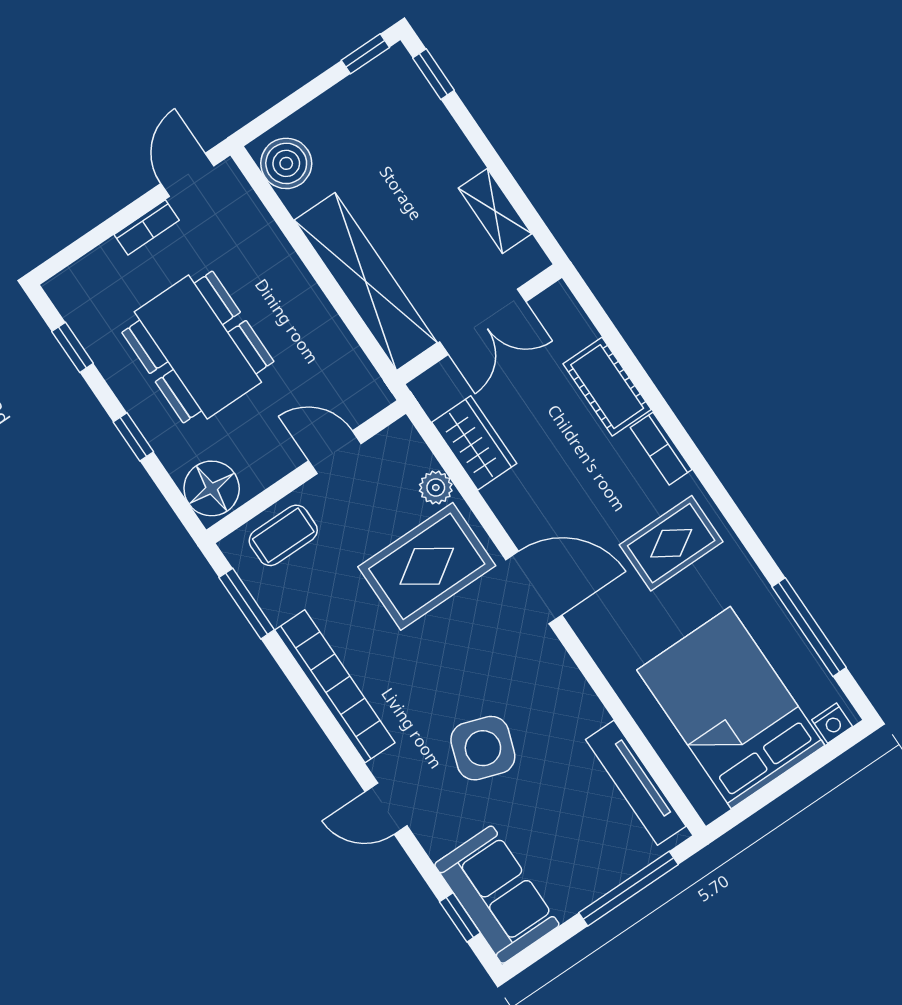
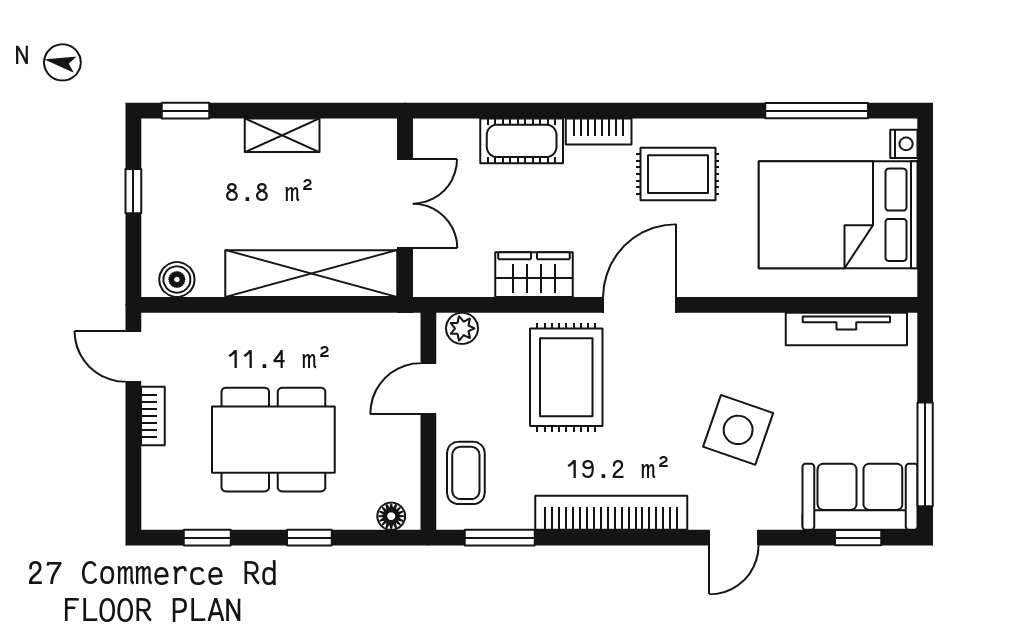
window: (365, 54) -> (133, 191), moved
boiler: (286, 163) -> (177, 279), width x0.73, depth x0.73
shelving: (495, 211) -> (282, 135), moved
wardrobe: (474, 443) -> (534, 275), moved
floor lamp: (212, 488) -> (391, 516), width x0.53, depth x0.53
plant: (436, 488) -> (462, 328), moved
rug: (671, 543) -> (678, 174), turned 90
window: (628, 889) -> (925, 454), moved

